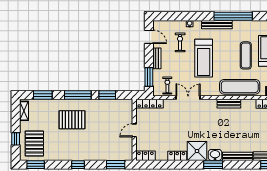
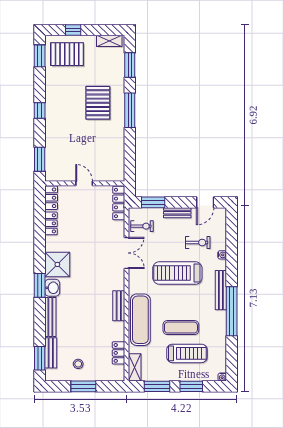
window: (107, 95) -> (130, 148), removed
locker: (177, 156) -> (51, 223), moved

